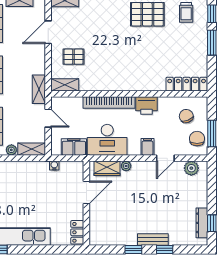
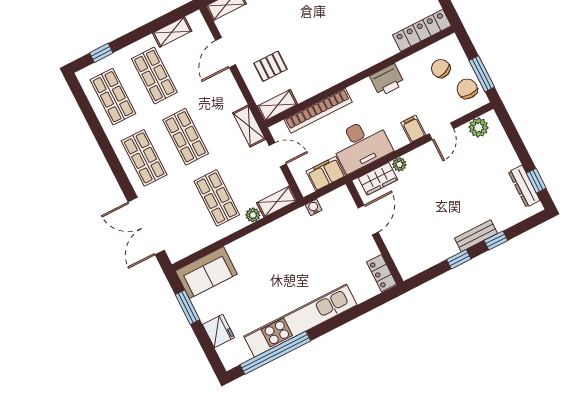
bookcase: (109, 103) -> (318, 111), moved

